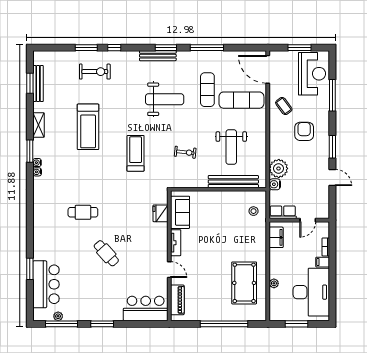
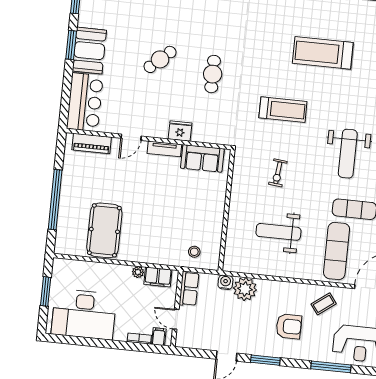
bench: (233, 182) -> (234, 230), removed
cafe table: (83, 212) -> (213, 74), moved
fridge: (160, 213) -> (180, 131), moved
filing cabinet: (323, 262) -> (159, 337), moved
pool table: (244, 283) -> (104, 230), turned 90
plant: (274, 283) -> (138, 272), moved
booth: (105, 309) -> (89, 51), added

